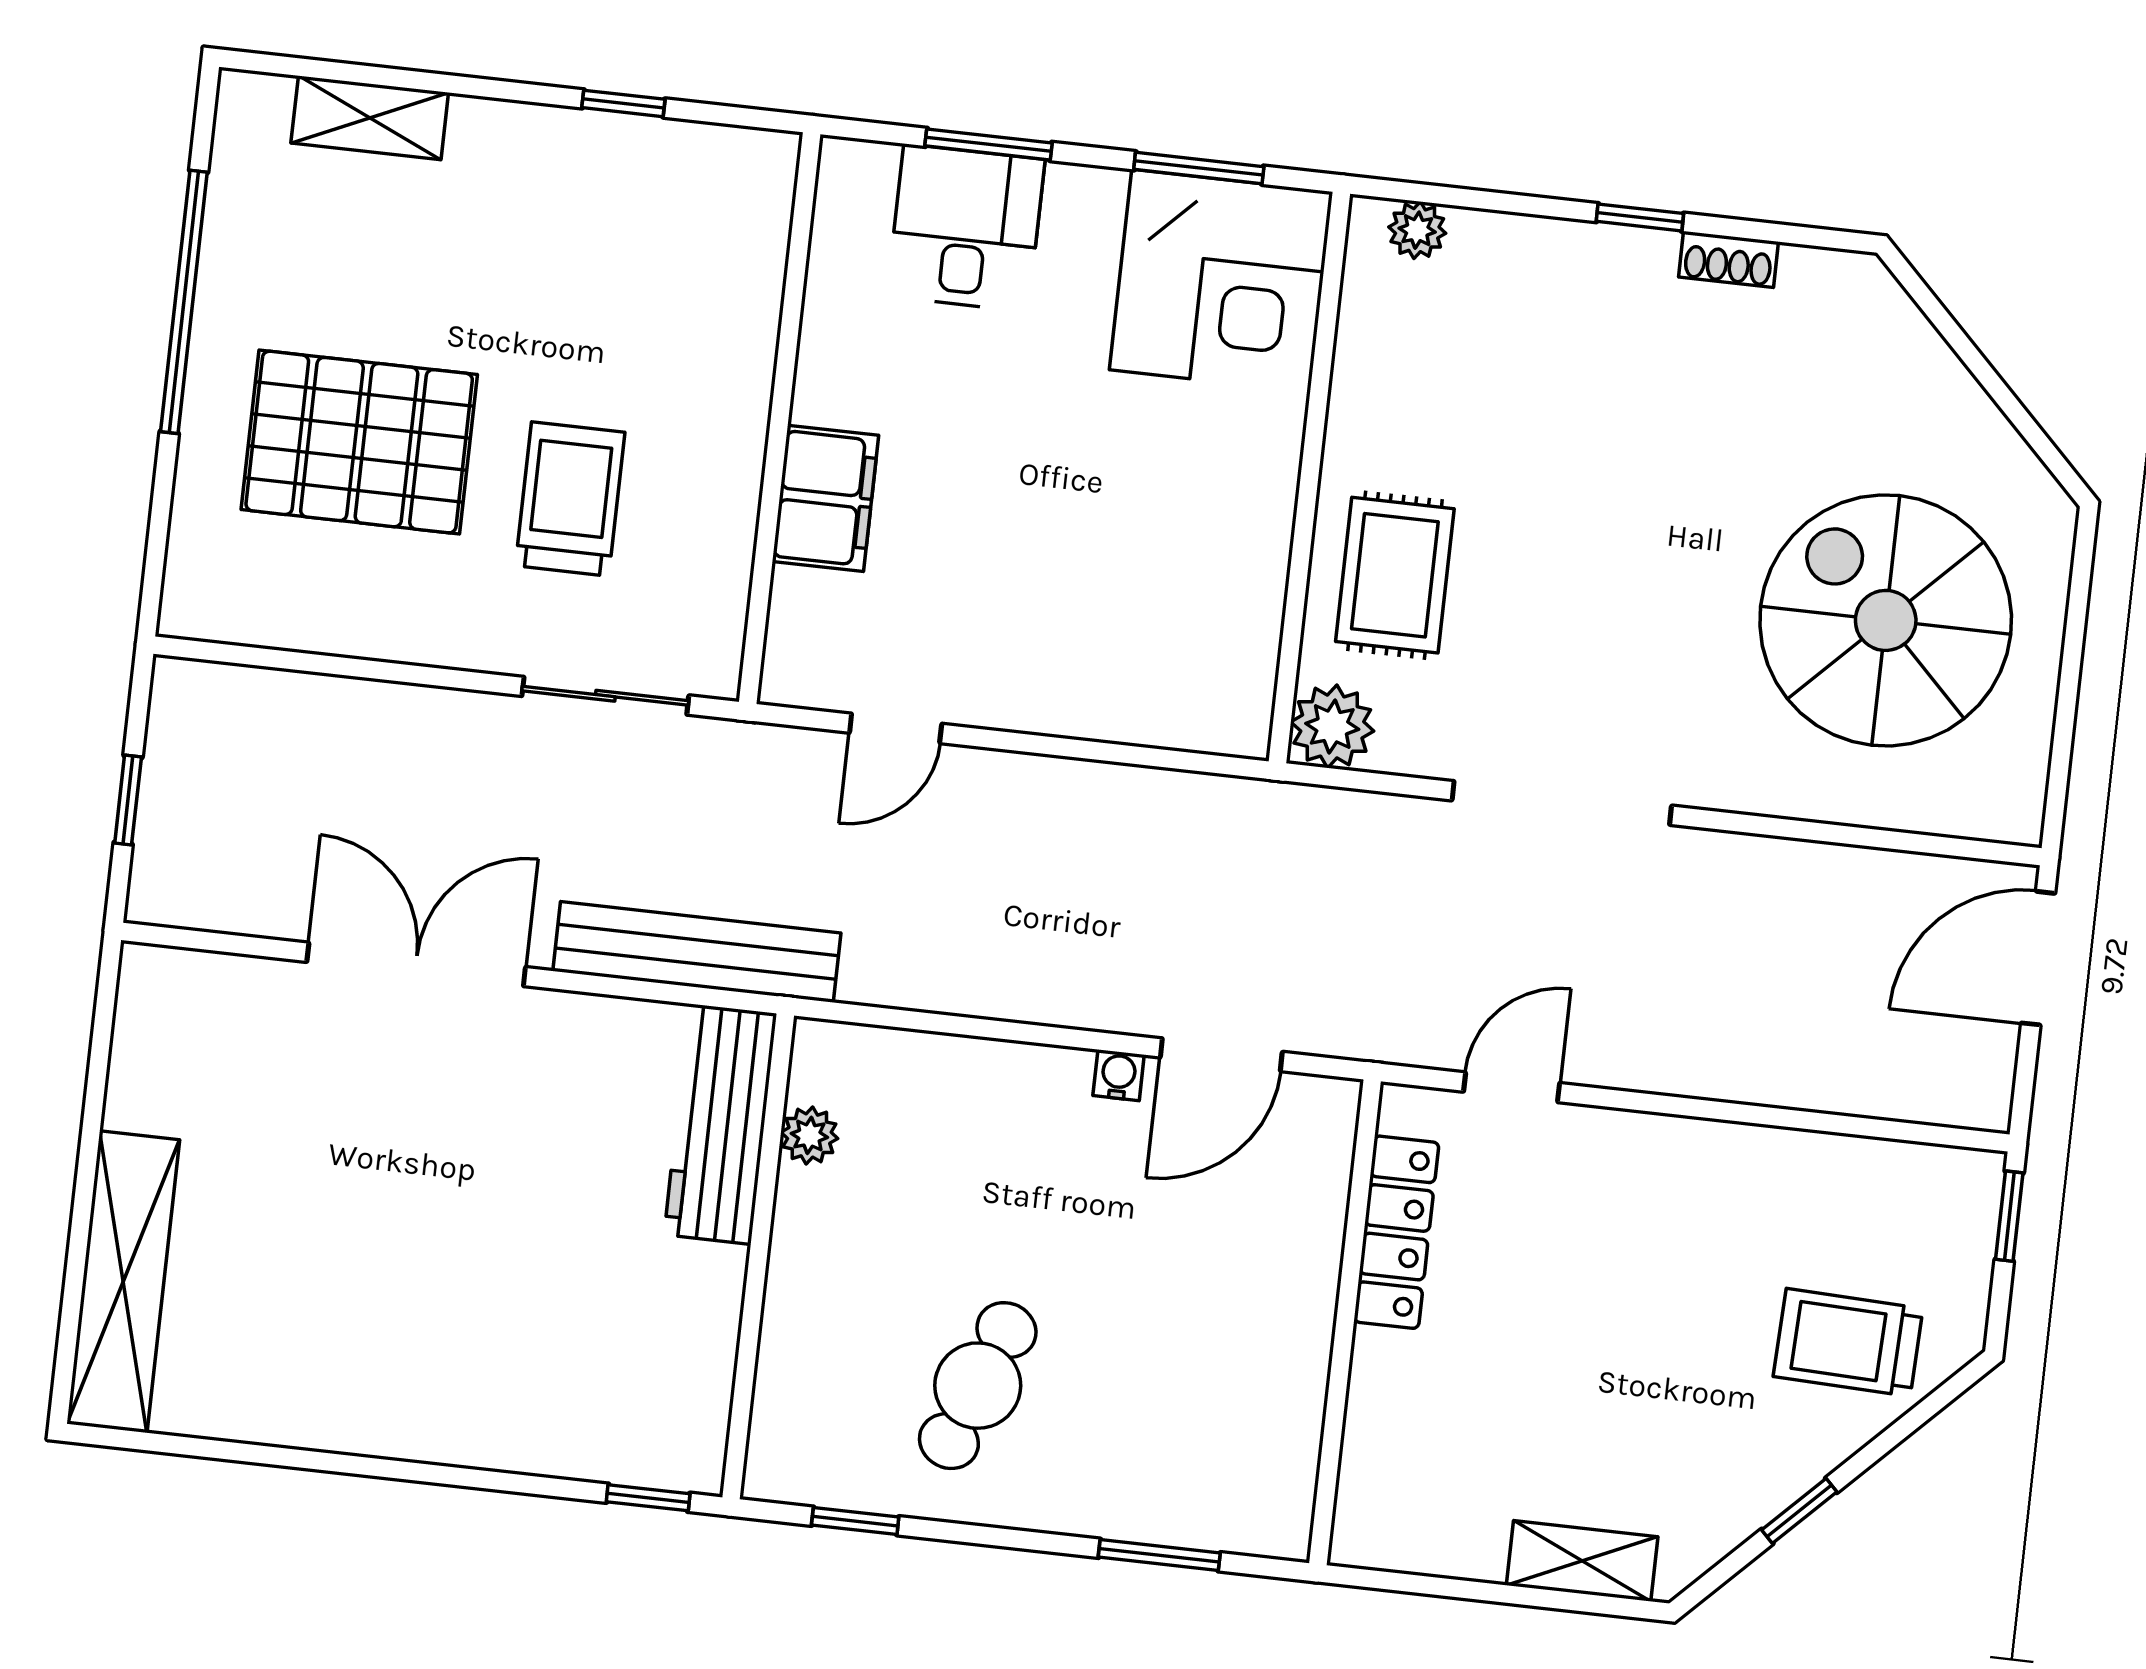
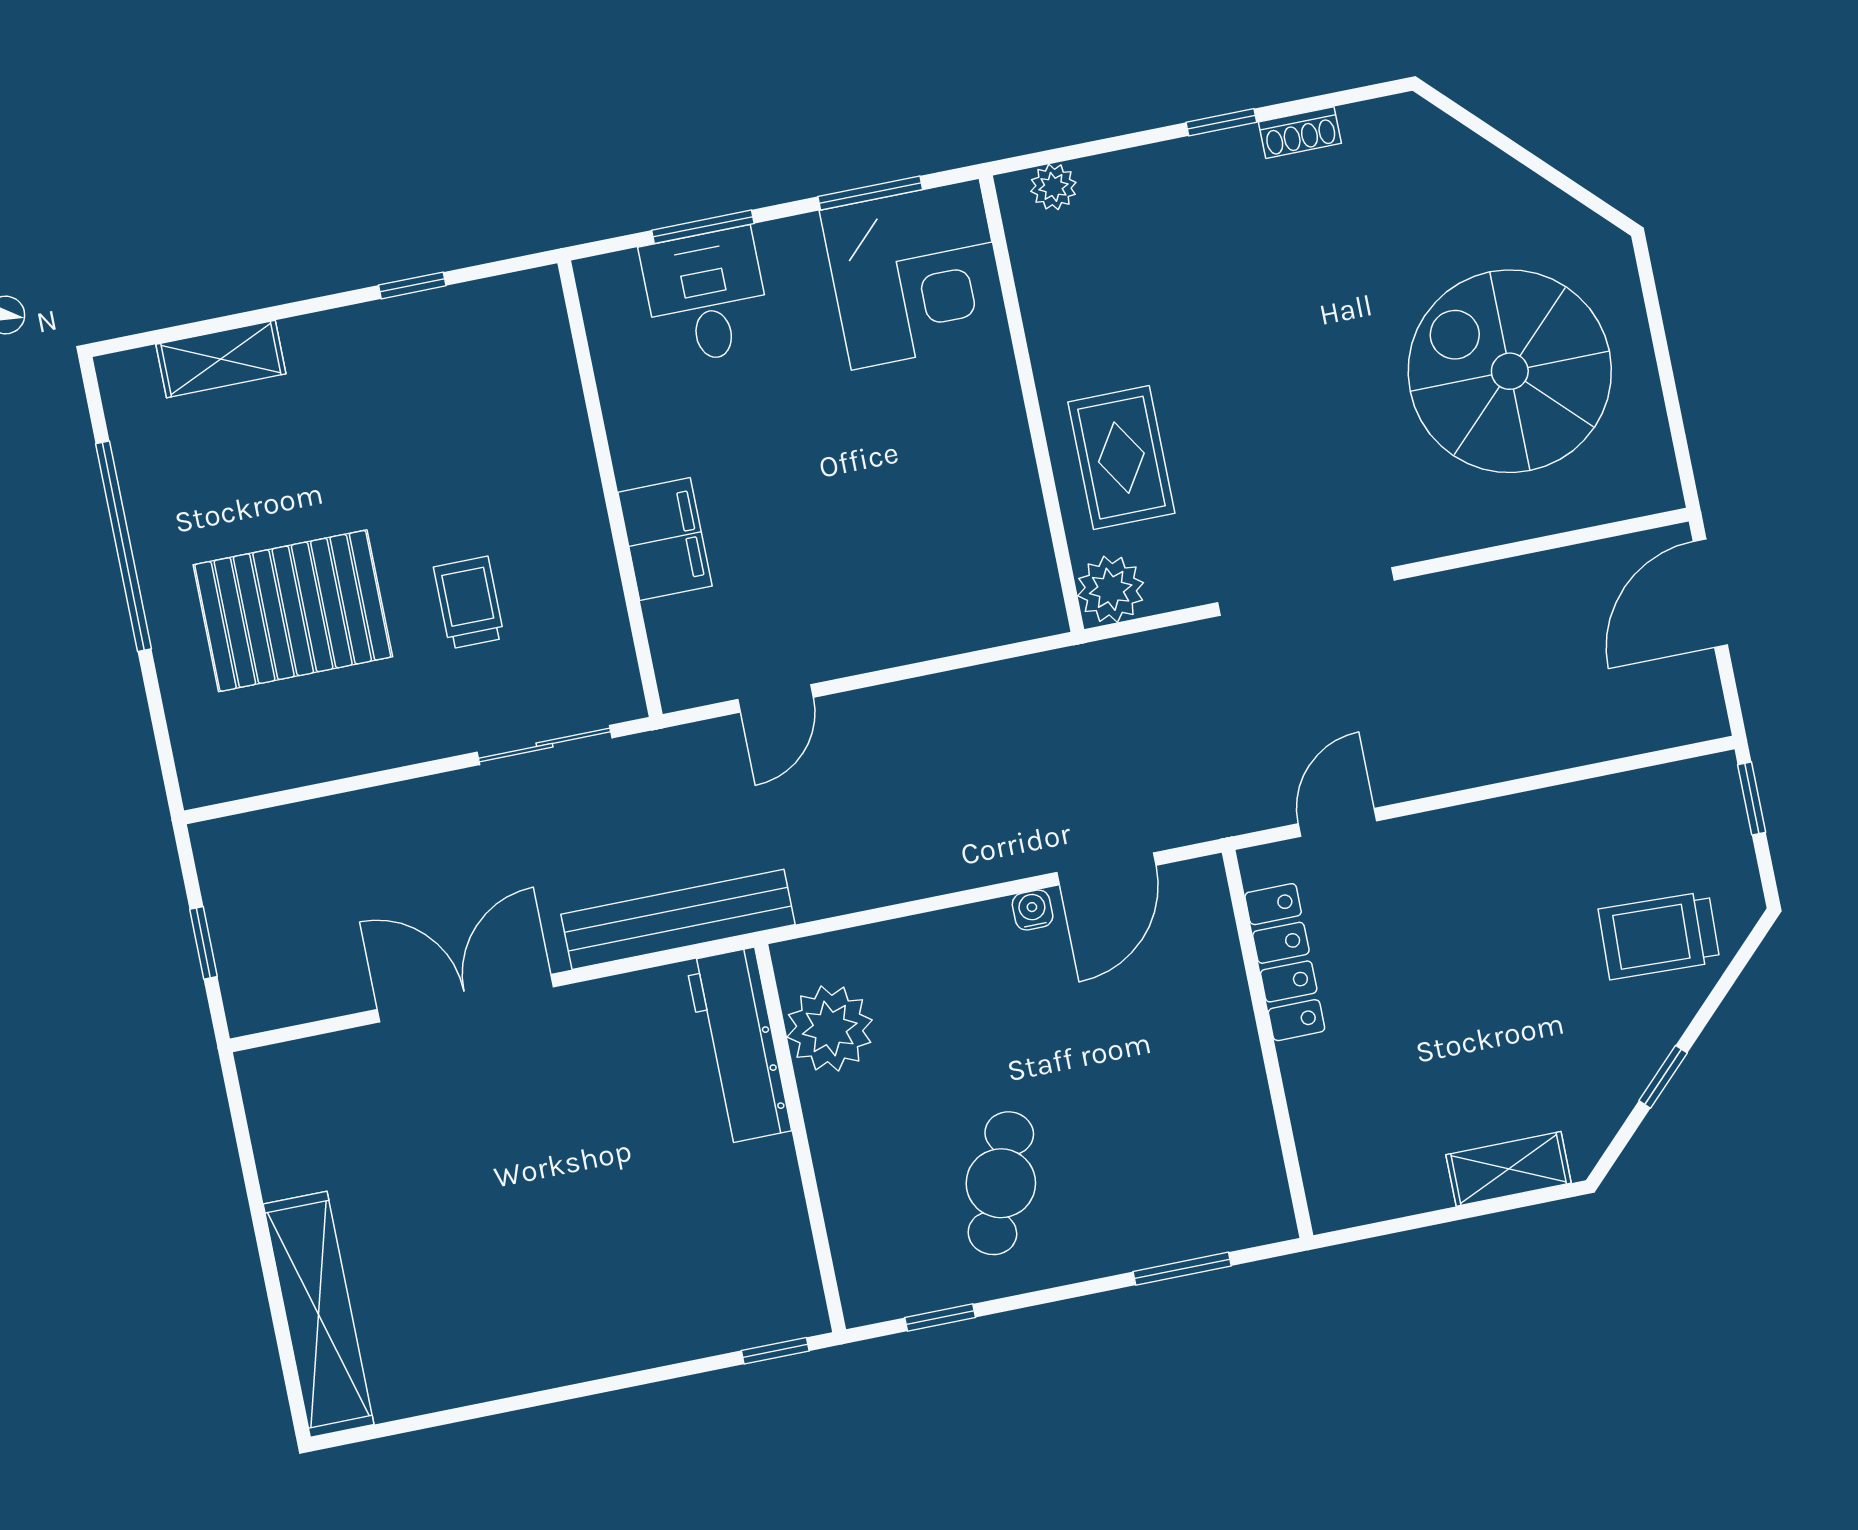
trolley: (570, 499) -> (469, 603), width x0.73, depth x0.72
plant: (809, 1135) -> (830, 1029), width x1.87, depth x1.87

